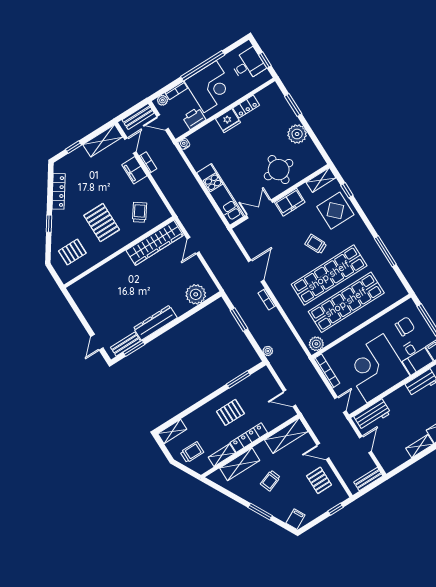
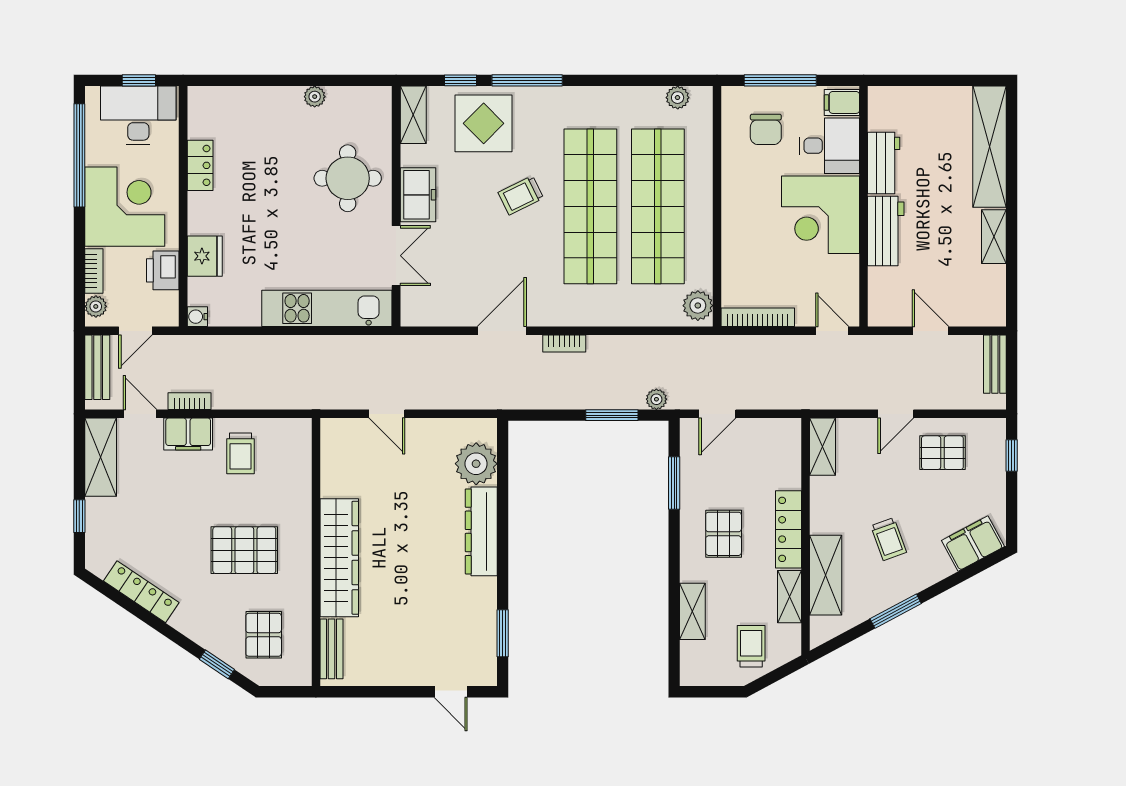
desk: (248, 65) -> (138, 115), width x1.37
window: (203, 66) -> (79, 155), moved
window: (293, 105) -> (250, 80), removed
fridge: (228, 121) -> (205, 256), moved
plant: (297, 134) -> (315, 97), width x0.53, depth x0.53
double door: (260, 209) -> (396, 256), swing flipped
trolley: (140, 212) -> (240, 453), moved, turned -126
window: (49, 224) -> (217, 664), moved
wardrobe: (155, 243) -> (339, 558), moved
window: (385, 251) -> (527, 80), moved
door: (256, 271) -> (502, 331), hinge flipped
plant: (395, 283) -> (678, 98), added
window: (239, 320) -> (612, 415), moved
dresser: (155, 323) -> (481, 531), moved
chair: (405, 326) -> (766, 129), turned 180
bench: (125, 344) -> (332, 649), moved
corner desk: (375, 368) -> (821, 215), width x0.74, depth x0.74
door: (289, 398) -> (717, 414), moved
workbench: (372, 415) -> (886, 231), moved
shelving: (172, 431) -> (692, 611), moved
shelving: (286, 436) -> (823, 447), width x0.67, depth x0.75
window: (260, 512) -> (896, 611), moved
filing cabinet: (296, 519) -> (973, 544), width x2.00

